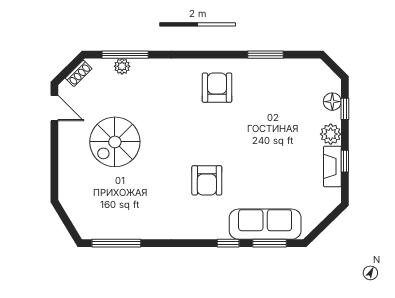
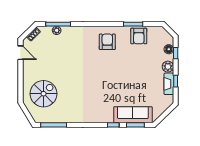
spiral stairs: (115, 142) -> (44, 94), moved, turned 180
armchair: (207, 180) -> (139, 36), moved

